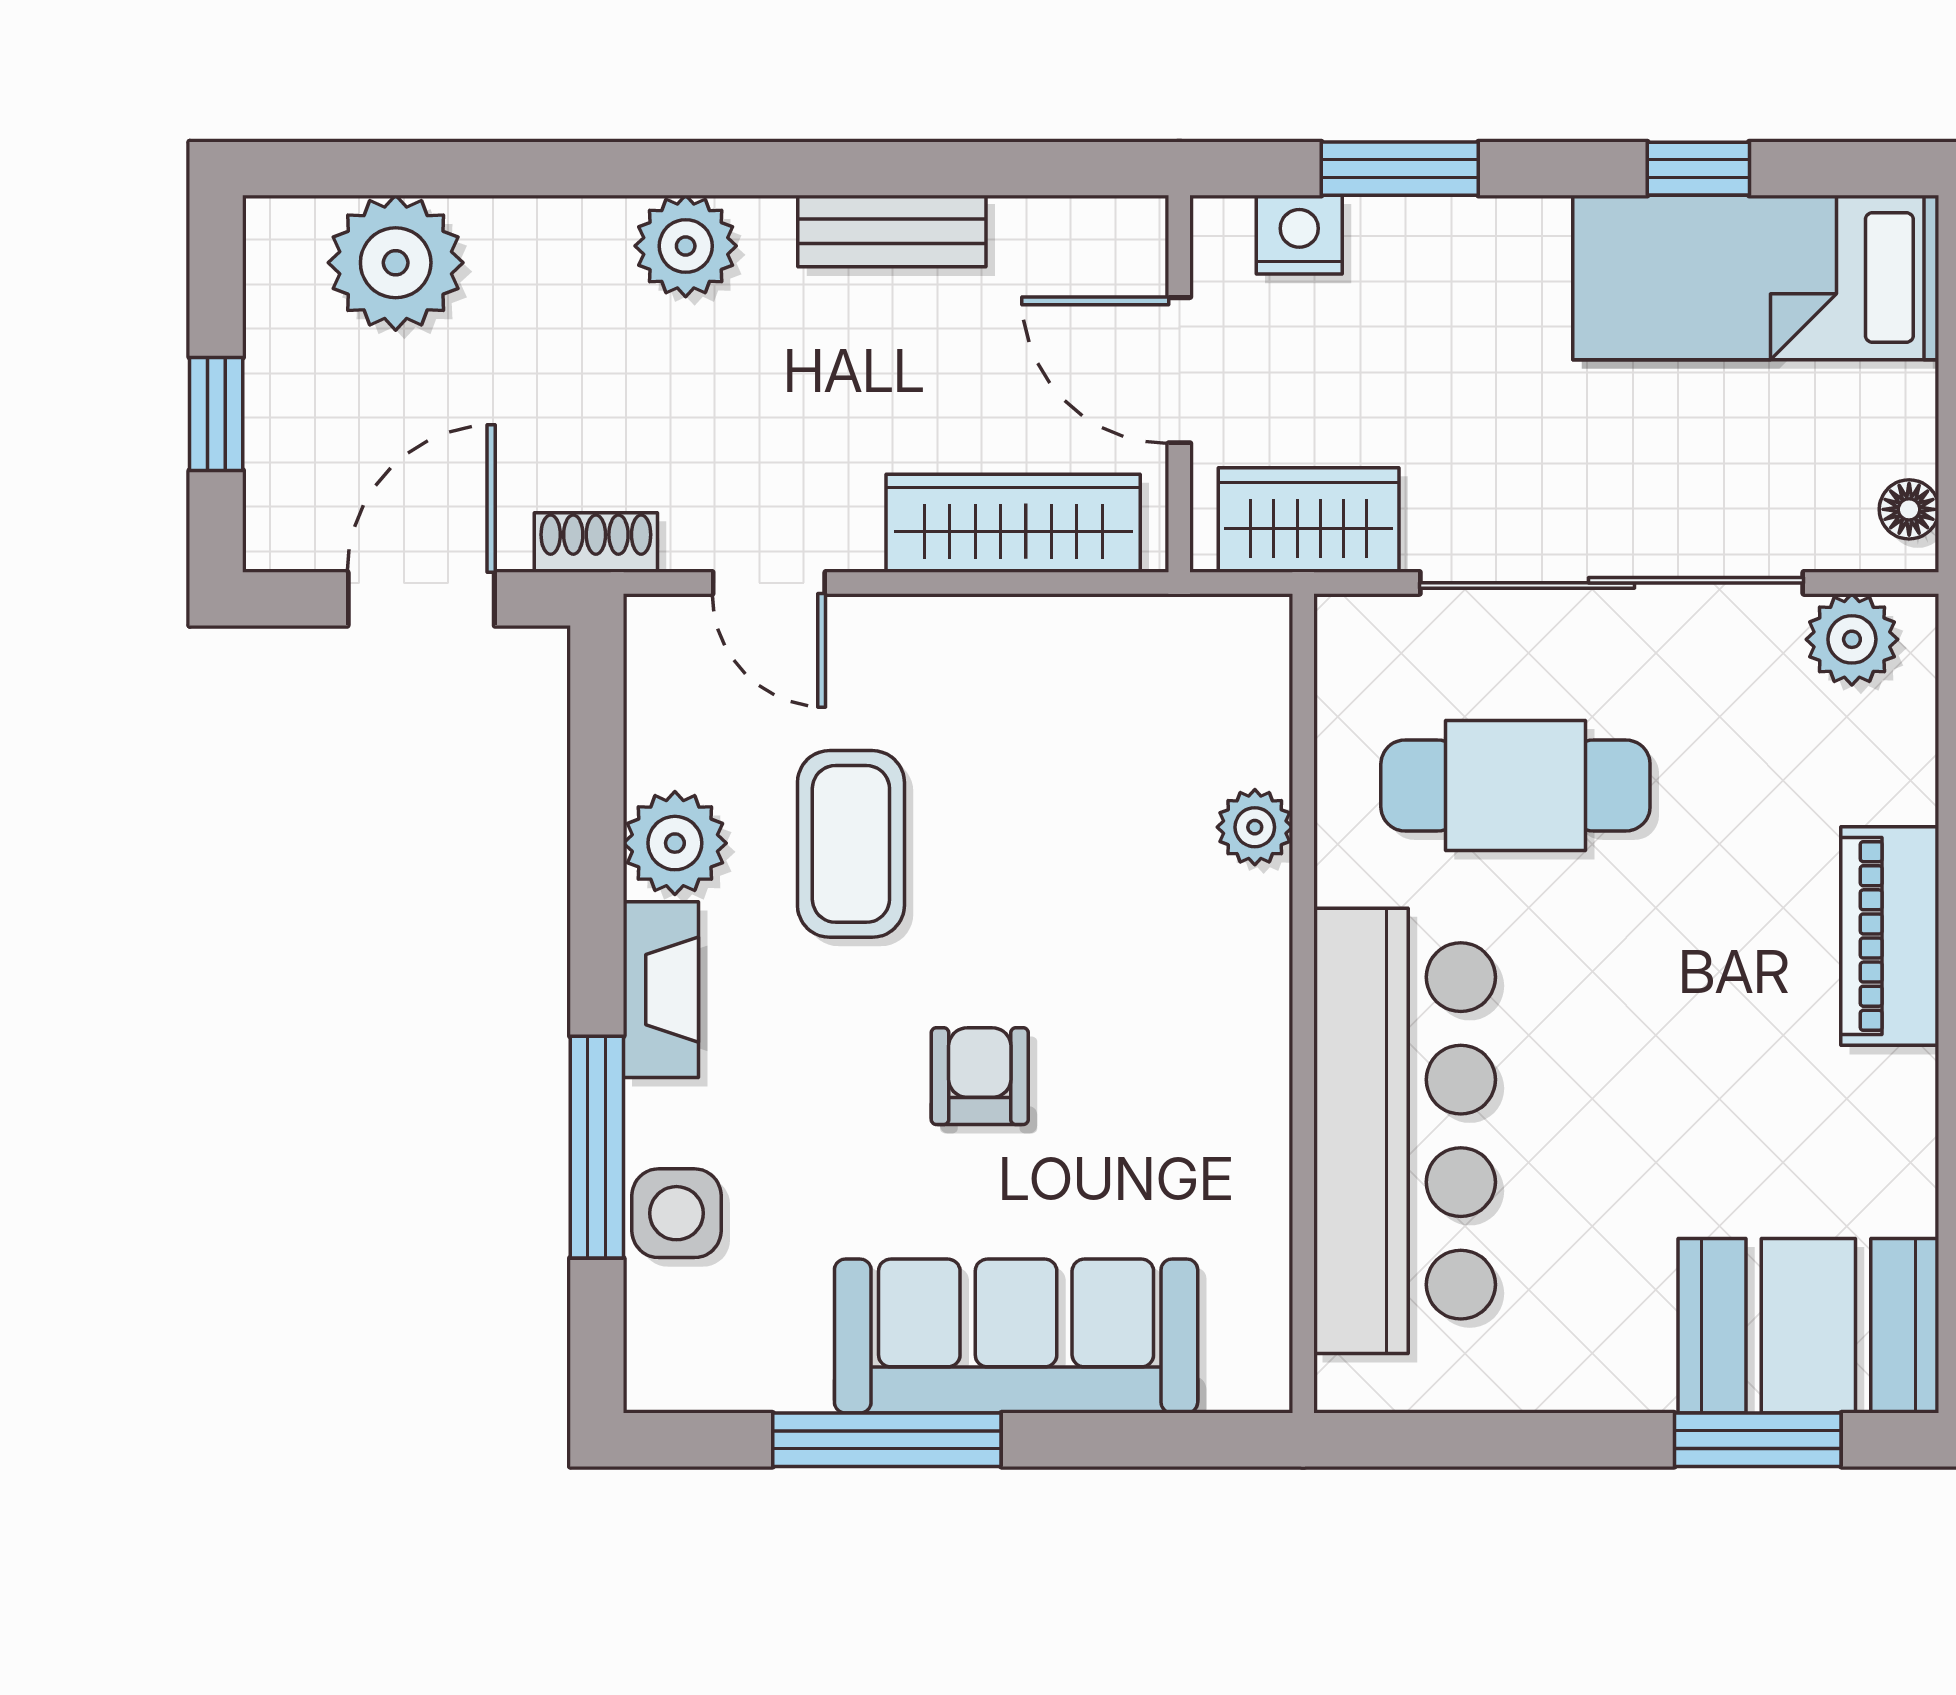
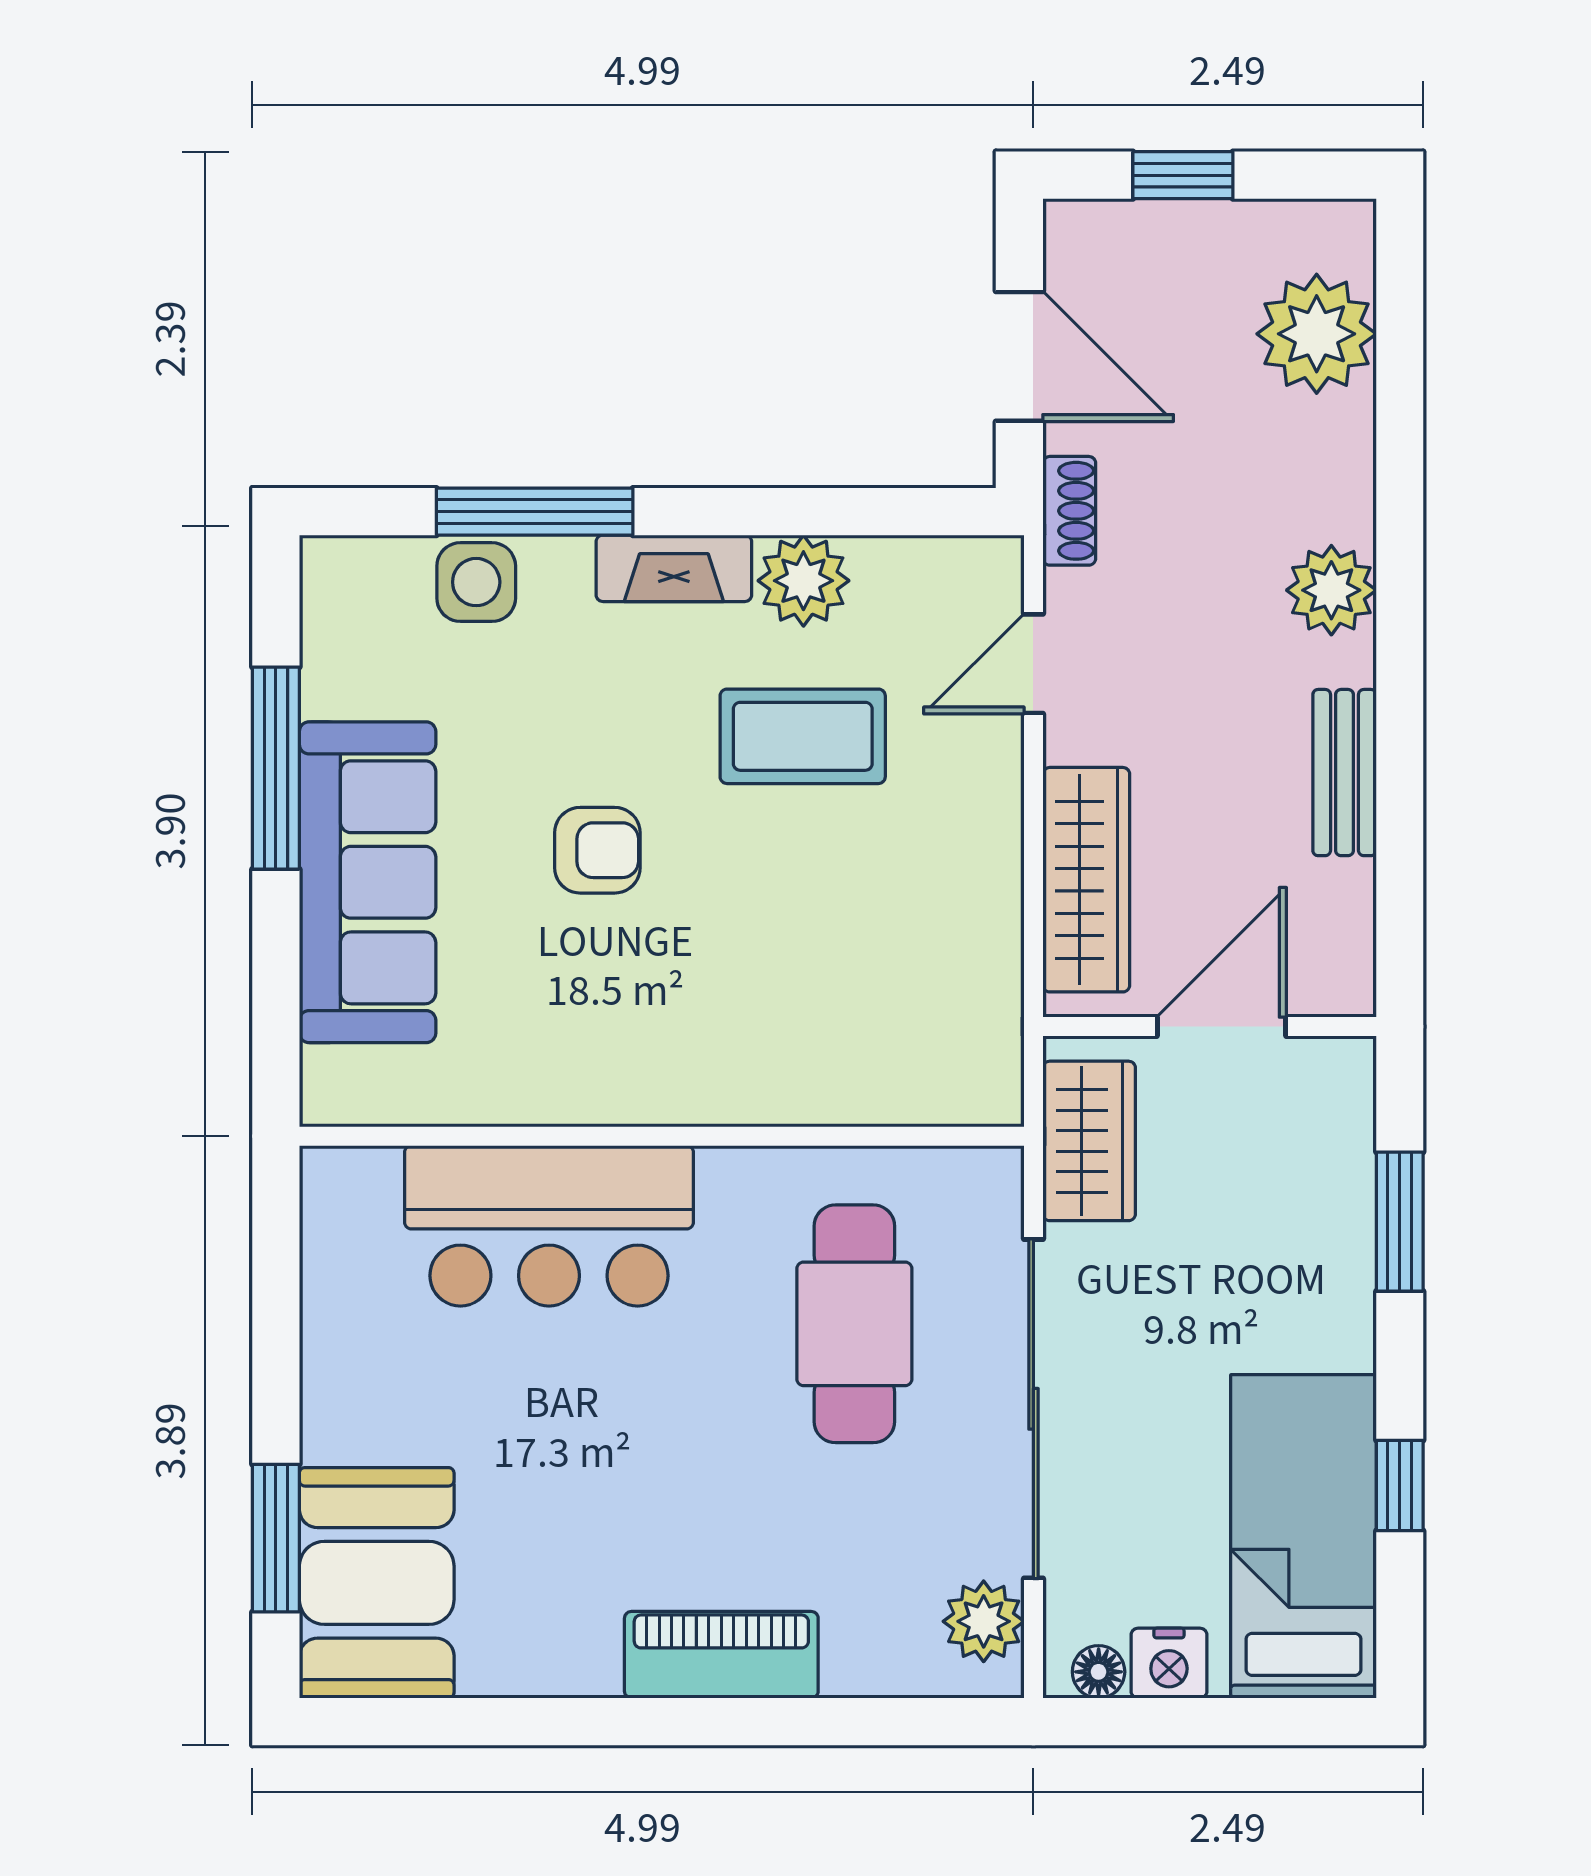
nightstand: (1299, 235) -> (1169, 1663), moved, turned 90
plant: (1255, 827) -> (817, 1093), removed
bar counter: (1405, 1131) -> (549, 1226), width x0.73

